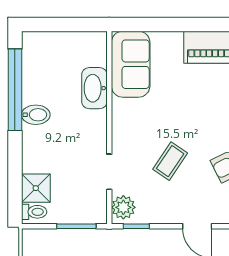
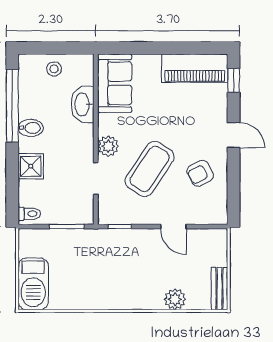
stool: (62, 48) -> (54, 69), added
coffee table: (170, 161) -> (150, 169), width x1.86, depth x1.72
shower: (36, 188) -> (31, 166), moved
plant: (123, 207) -> (108, 146), moved

